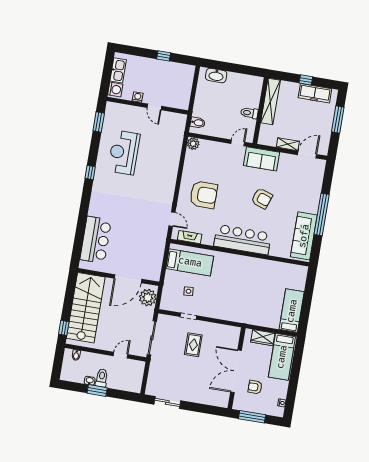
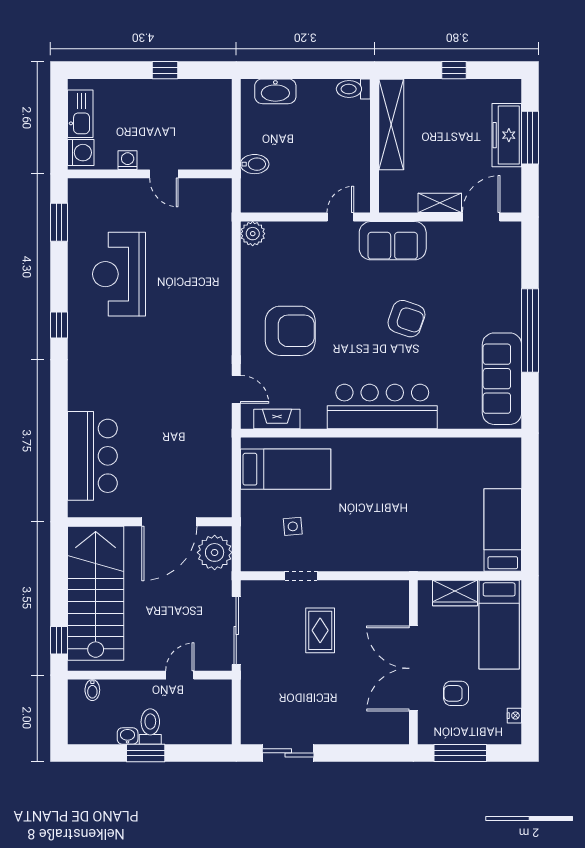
freezer: (315, 93) -> (507, 135), moved, turned 90
toilet: (249, 113) -> (353, 89), moved
bidet: (198, 123) -> (255, 164), moved

